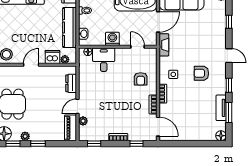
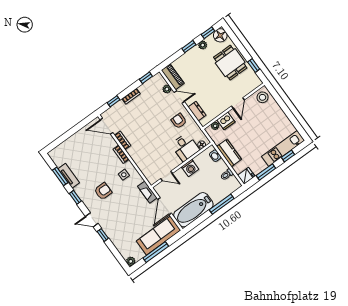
window: (229, 22) -> (103, 235), moved
kitchen counter: (70, 28) -> (229, 153), width x0.67
armchair: (141, 79) -> (179, 121), moved
door: (77, 106) -> (179, 97), hinge flipped
floor lamp: (221, 136) -> (53, 154), removed

